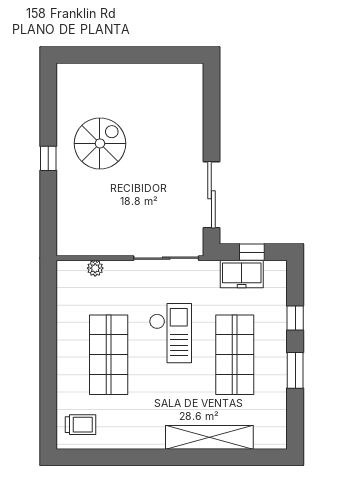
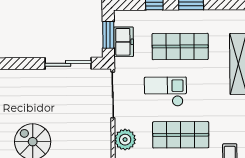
window: (252, 252) -> (108, 35), width x1.50
plant: (95, 268) -> (125, 140), width x1.87, depth x1.87

